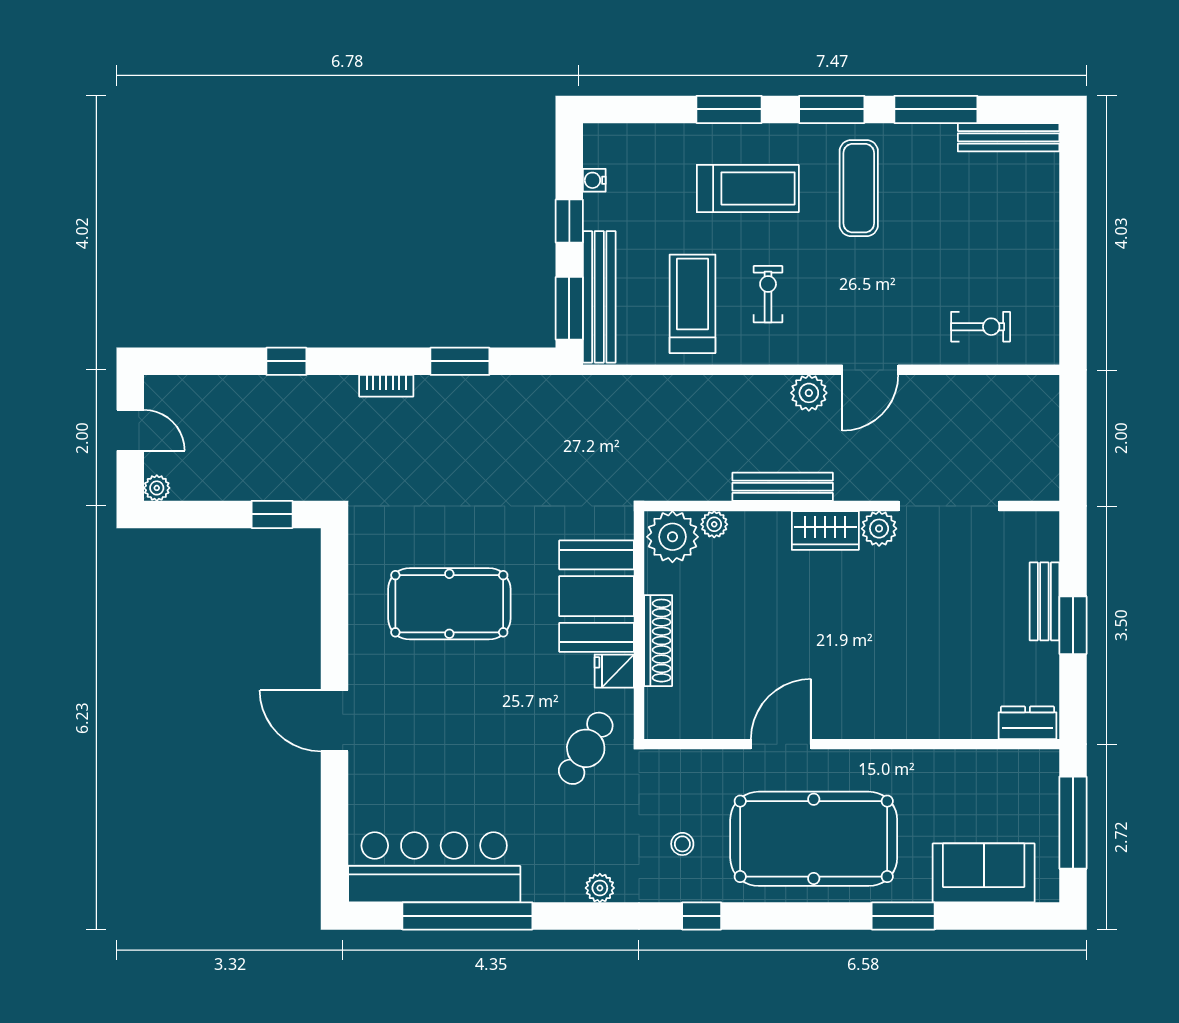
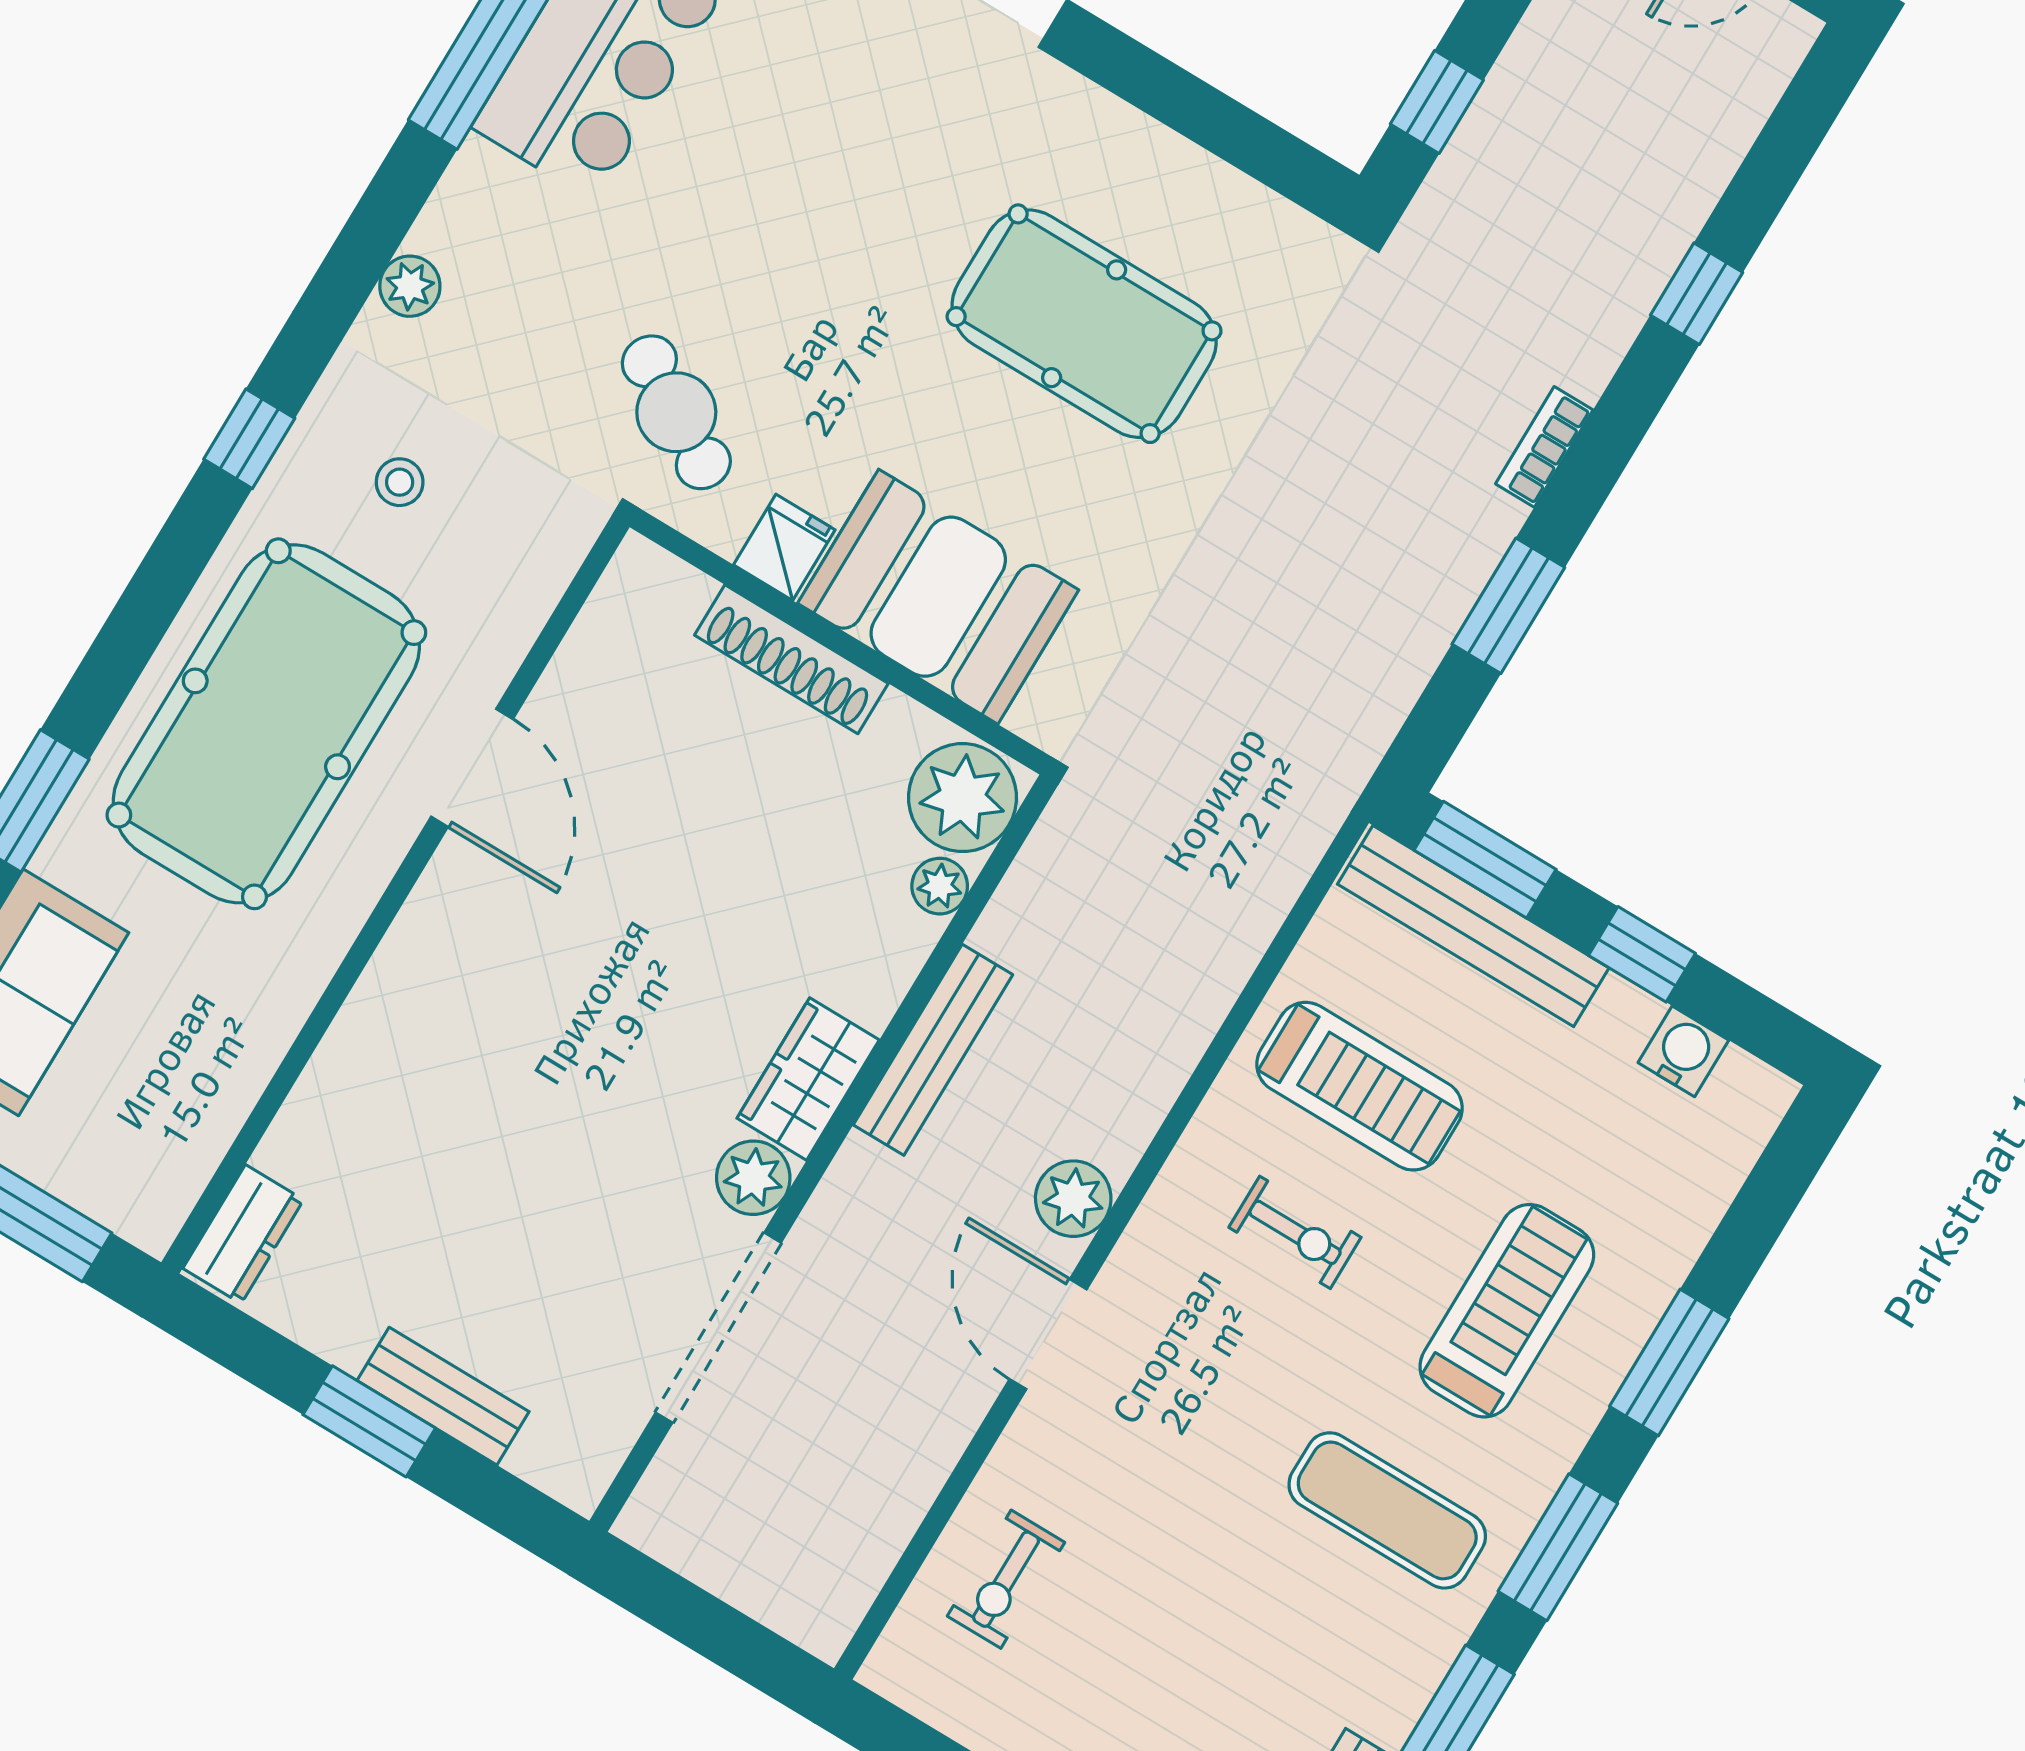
water cooler: (594, 180) -> (1683, 1051), width x1.38, depth x1.38
treadmill: (748, 188) -> (1507, 1311), turned 180
pool table: (449, 604) -> (1084, 324), turned 90

